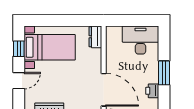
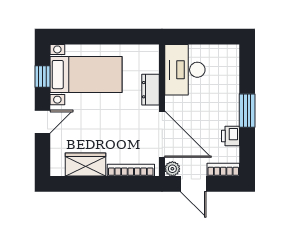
dresser: (95, 37) -> (150, 90), moved
desk: (140, 40) -> (185, 70), moved, turned -90

